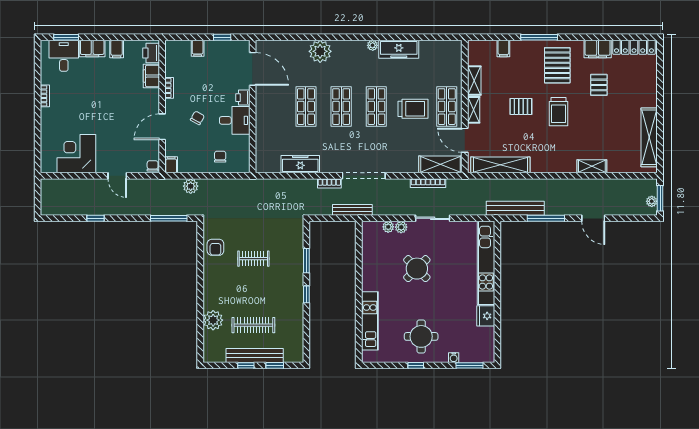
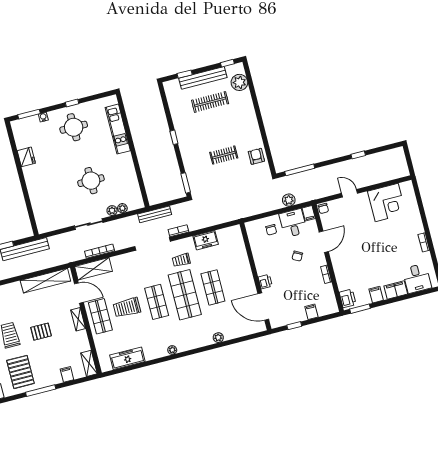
window: (66, 37) -> (360, 309), moved
freezer: (399, 49) -> (127, 358), moved
plant: (320, 51) -> (218, 338), width x0.53, depth x0.53
filing cabinet: (151, 76) -> (343, 280), removed
shelving: (474, 81) -> (89, 363), moved
shop shelf: (341, 107) -> (185, 295), width x1.43, depth x1.36
desk: (235, 120) -> (293, 223), moved, turned 90
trolley: (335, 148) -> (181, 260), added
freezer: (300, 164) -> (206, 240), width x0.71
window: (306, 261) -> (186, 183), moved
kitchen unit: (486, 263) -> (37, 199), removed
round table: (417, 269) -> (91, 181), turned 45
plant: (213, 320) -> (239, 82), moved
window: (246, 365) -> (227, 63), moved

